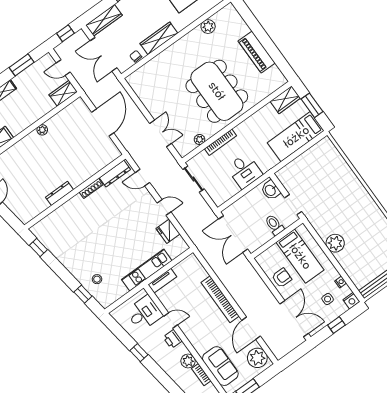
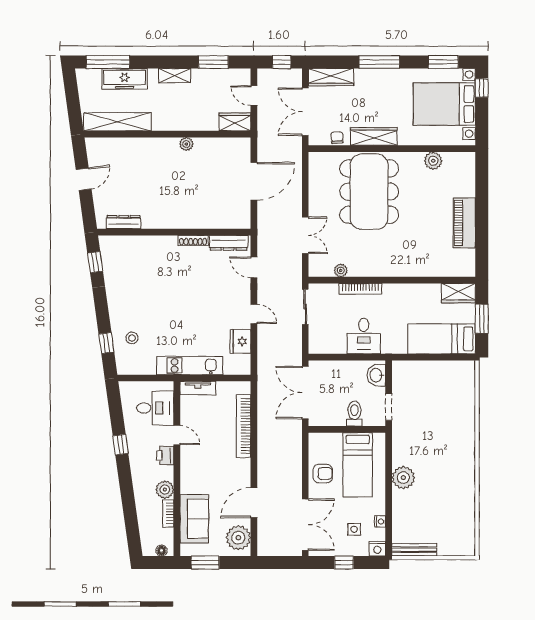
dining table: (217, 91) -> (369, 192), moved
dresser: (59, 193) -> (123, 222), moved
bookcase: (220, 299) -> (244, 426), moved

